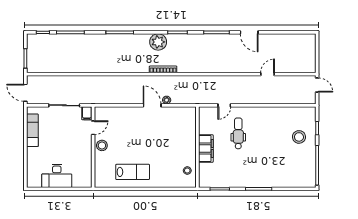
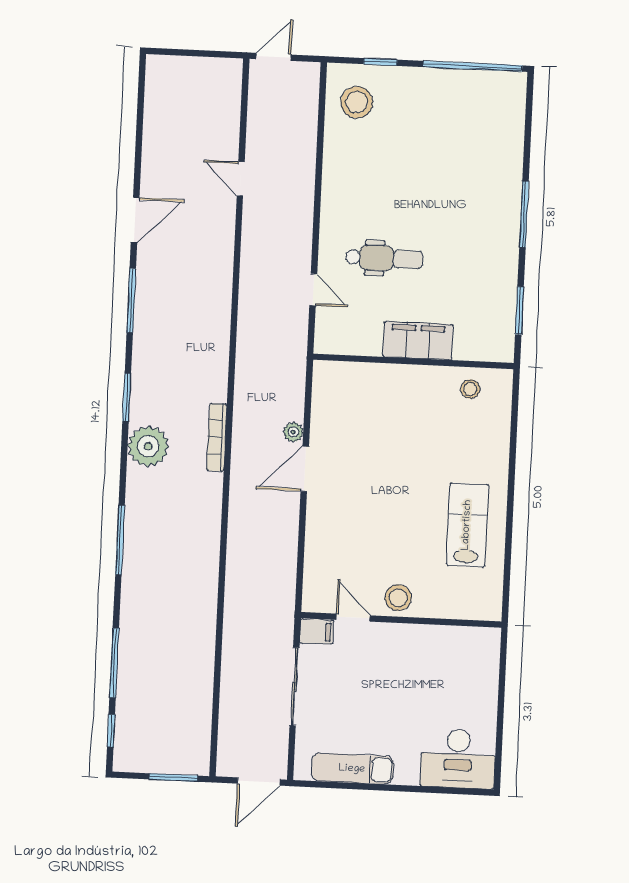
dental chair: (238, 133) -> (384, 258), turned 180
stool: (299, 137) -> (357, 102), moved
desk: (57, 176) -> (458, 759), moved, turned 90

